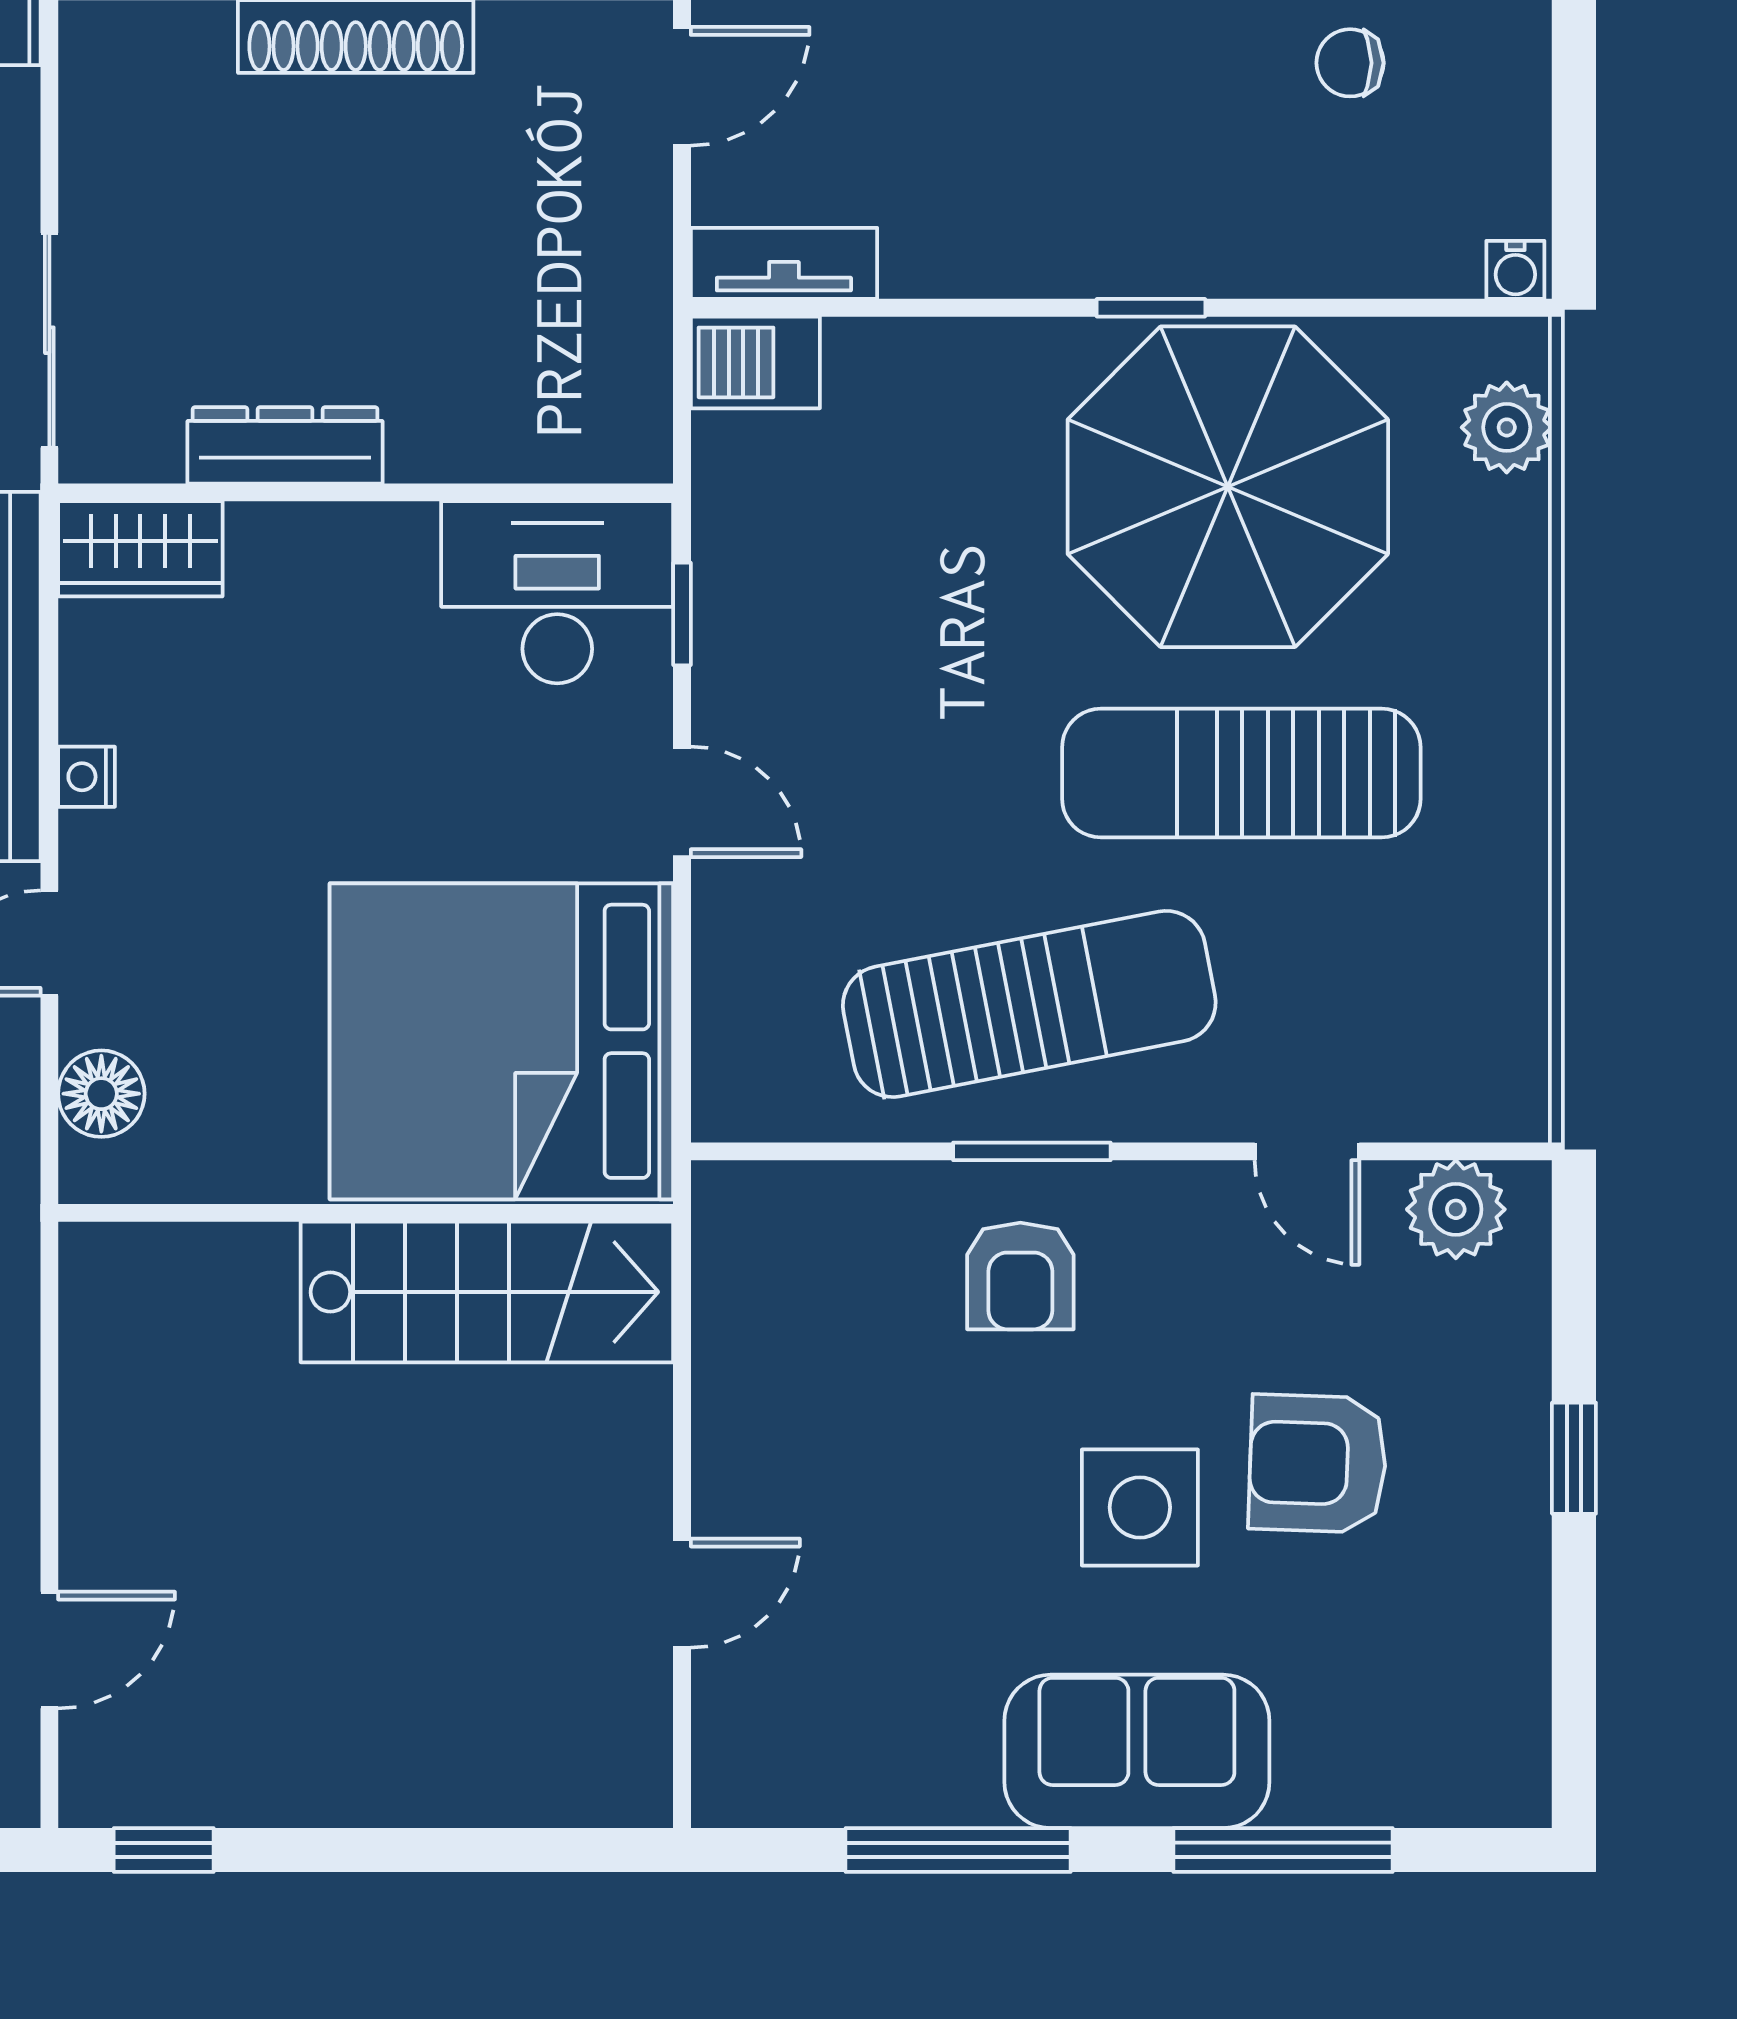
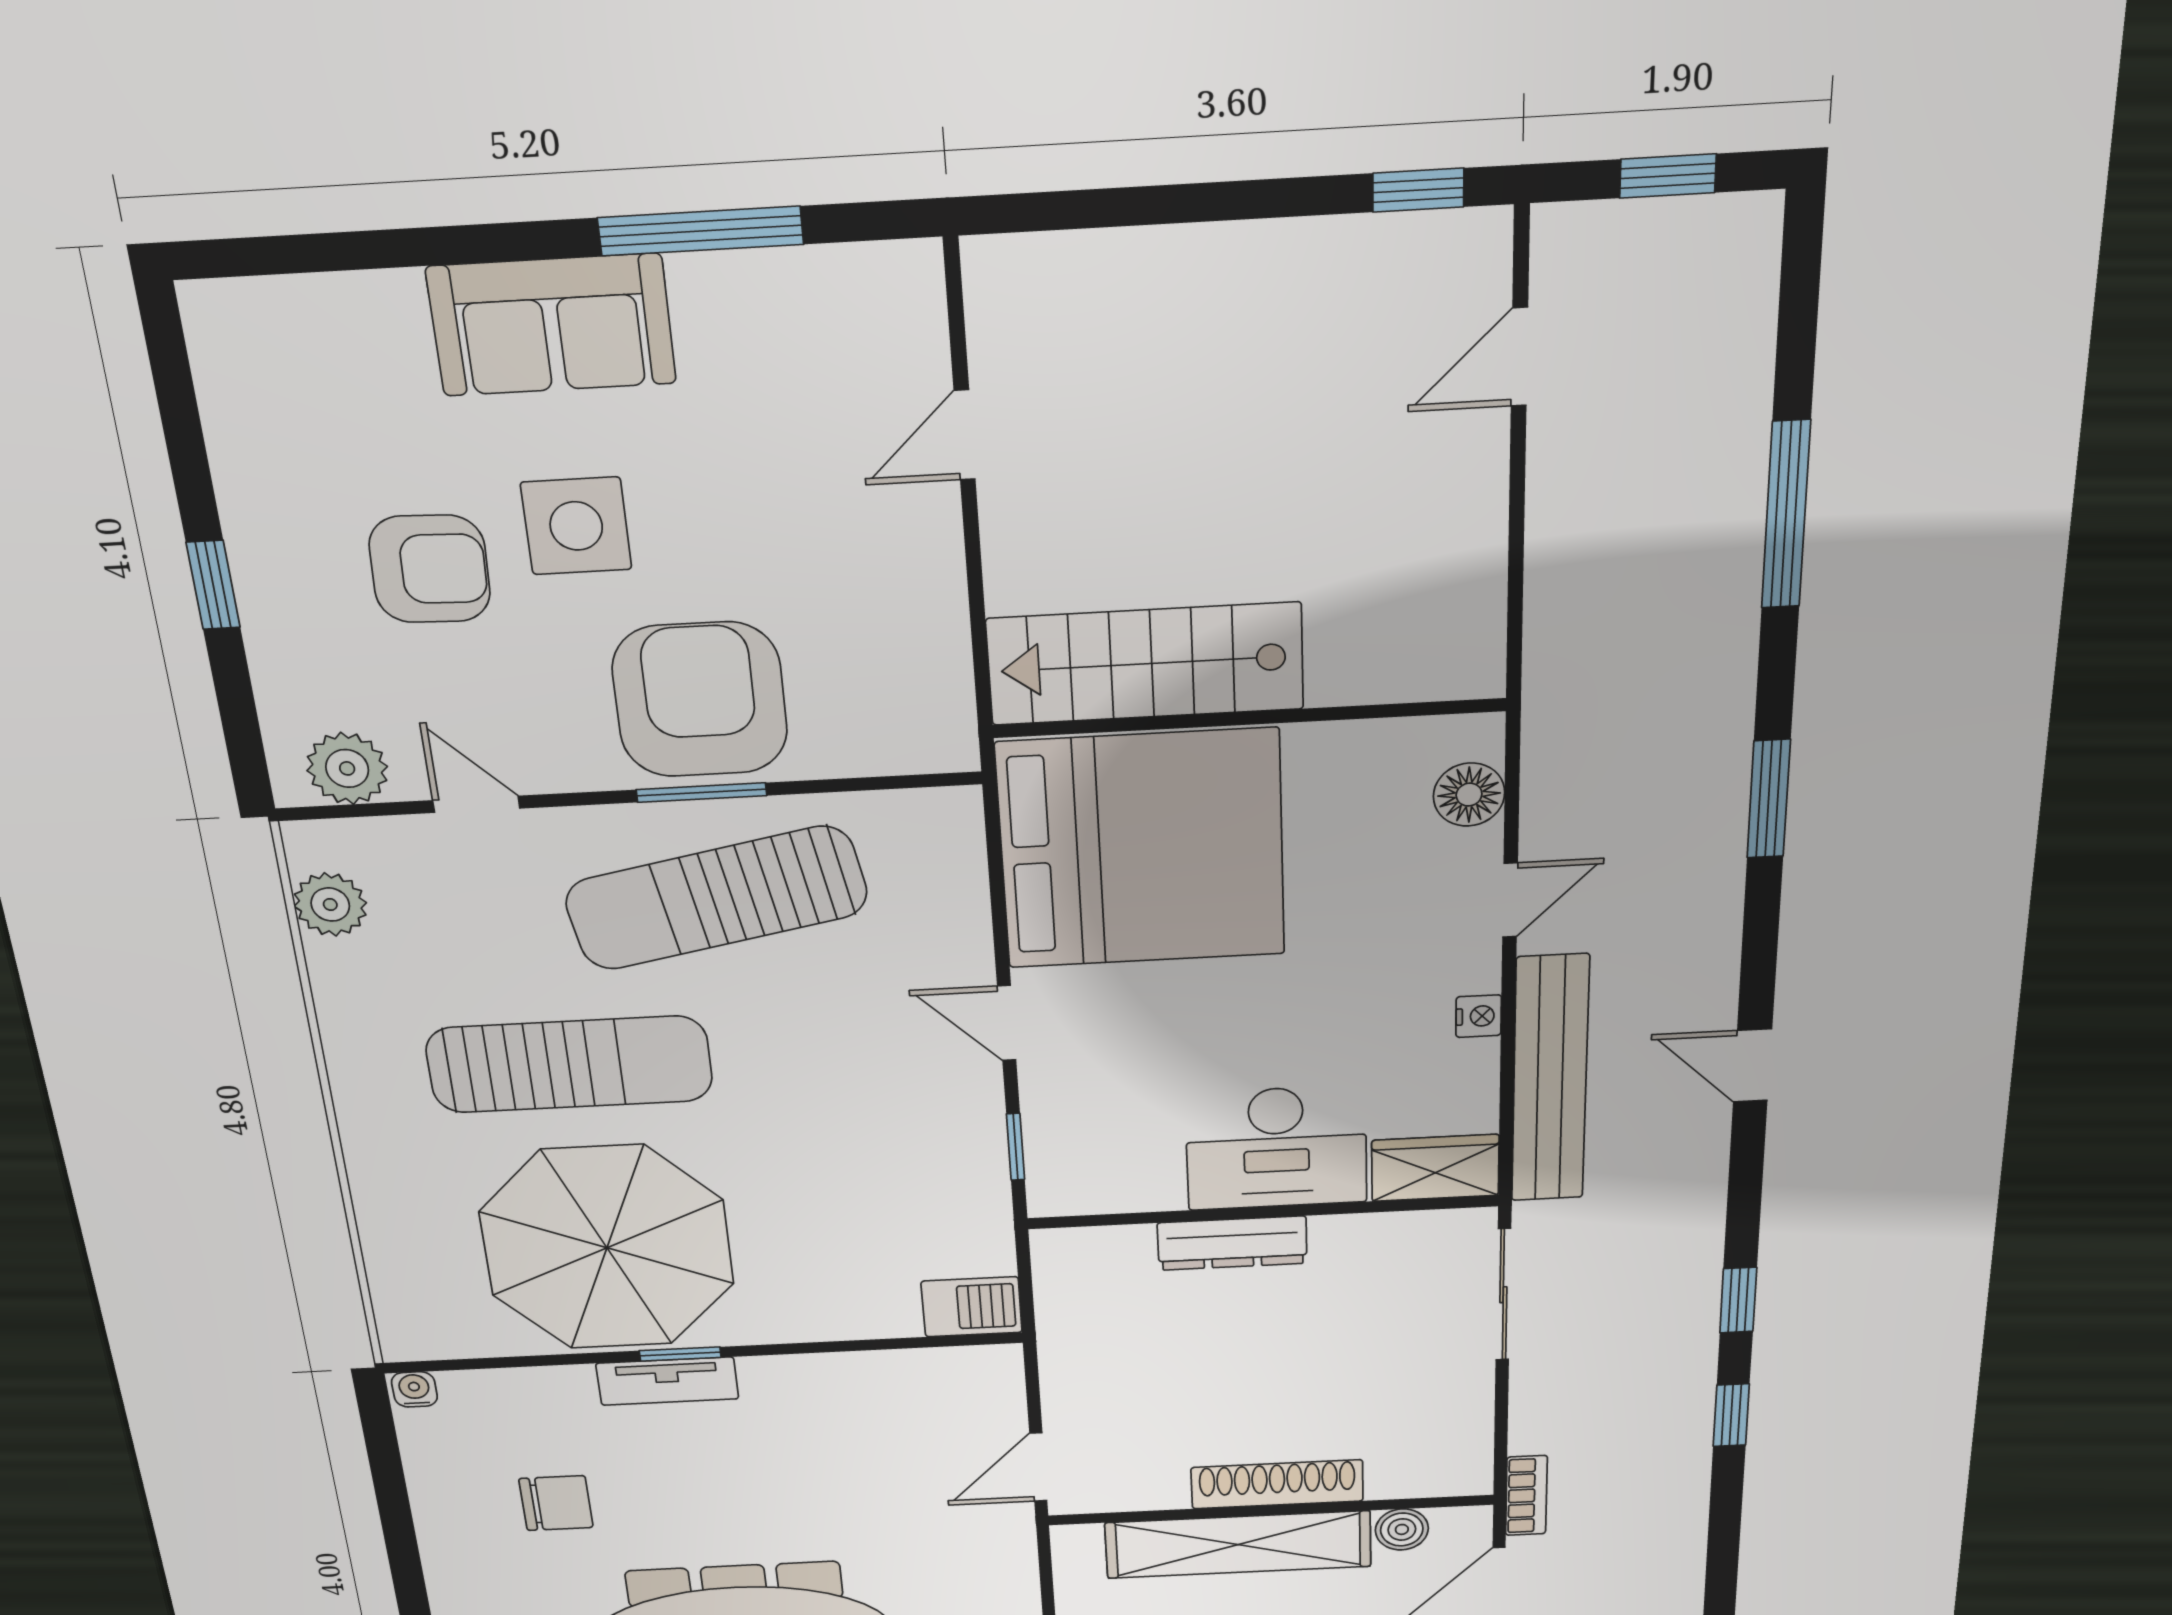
chair: (1350, 63) -> (556, 1503), width x1.37, depth x1.37
tv unit: (784, 263) -> (667, 1381), moved
plant: (1507, 427) -> (330, 904), moved
dresser: (285, 445) -> (1232, 1243), moved
desk: (557, 592) -> (1276, 1148), moved
armchair: (1020, 1276) -> (700, 700), width x1.88, depth x1.88
window: (1283, 1850) -> (409, 248), removed

